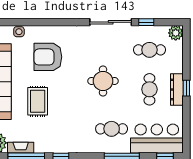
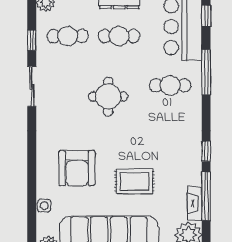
sliding door: (111, 22) -> (32, 87), width x0.73
cafe table: (149, 50) -> (68, 36), turned 90
cafe table: (112, 129) -> (170, 85), turned 90

